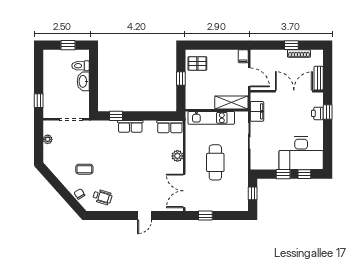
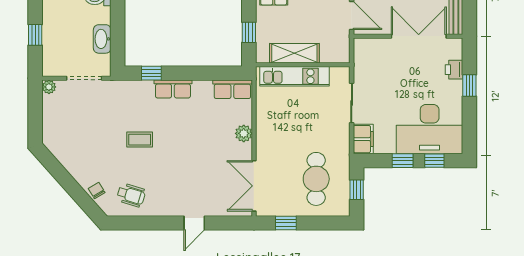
window: (181, 79) -> (249, 32), moved
washbasin: (83, 81) -> (102, 39), moved
window: (39, 101) -> (35, 35), moved
shelving: (231, 102) -> (294, 53), moved
filing cabinet: (257, 111) -> (363, 139), moved
window: (328, 112) -> (469, 86), moved
plant: (48, 139) -> (49, 87), moved
cafe table: (215, 162) -> (316, 179), moved
coffee table: (84, 169) -> (140, 140), moved

